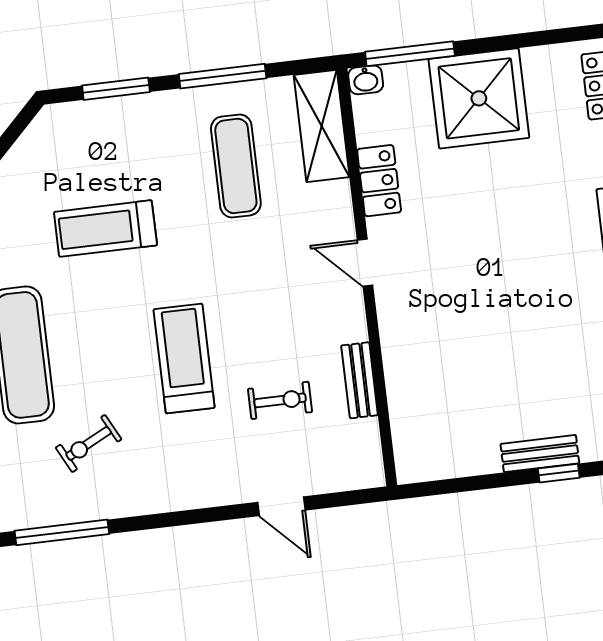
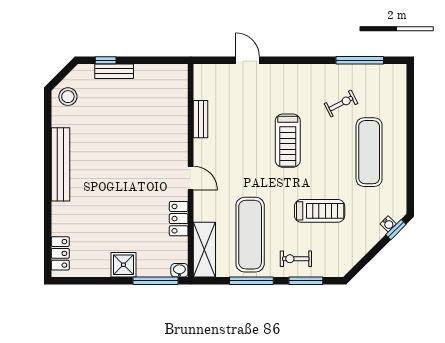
shower: (479, 98) -> (123, 265), width x0.54, depth x0.54
exercise mat: (236, 166) -> (250, 235), width x1.36, depth x1.45
exercise bike: (280, 400) -> (296, 259), moved

